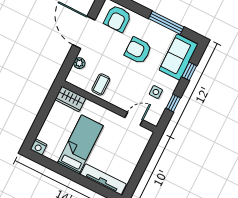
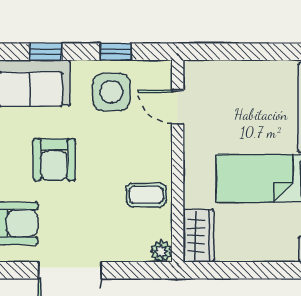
plant: (79, 63) -> (161, 251), moved
side table: (156, 92) -> (111, 92), width x1.87, depth x1.87

